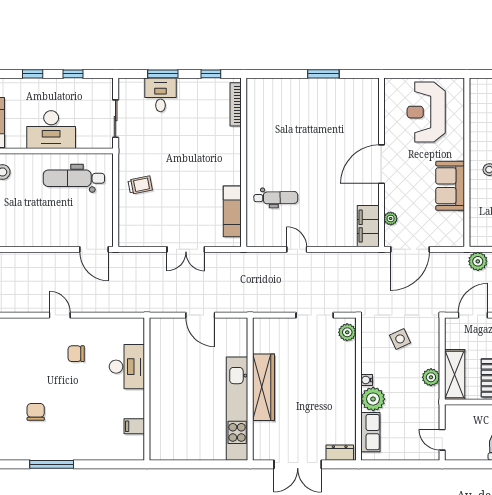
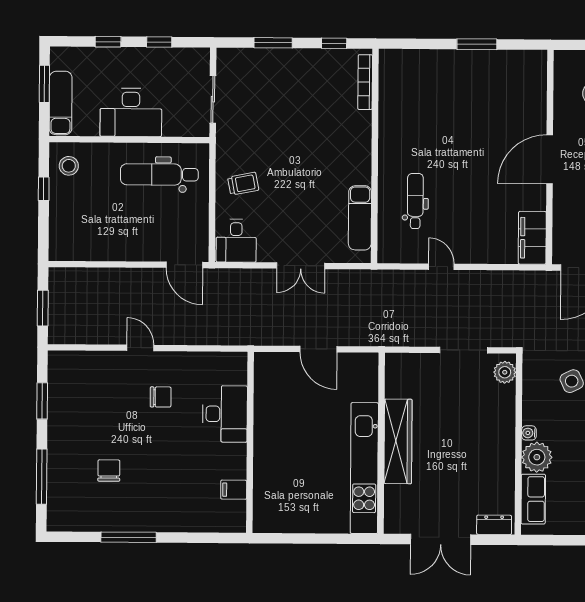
desk: (160, 95) -> (236, 241), moved, turned 180
dental chair: (276, 198) -> (415, 201), turned -89
plant: (391, 218) -> (561, 228), removed
chair: (76, 354) -> (161, 397), turned 180

